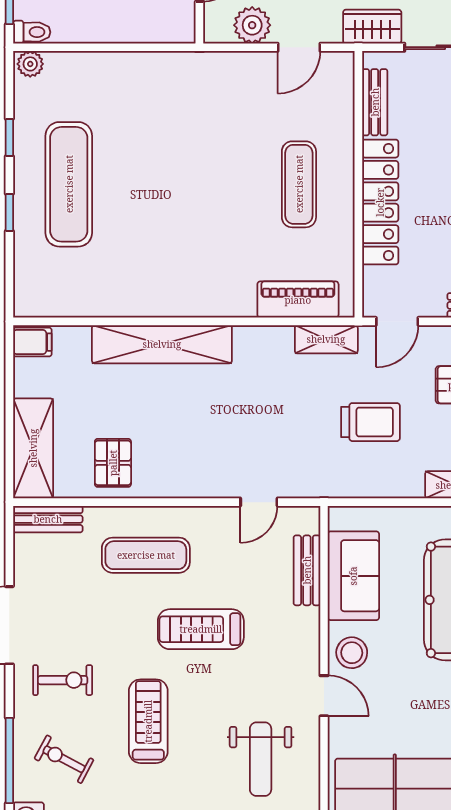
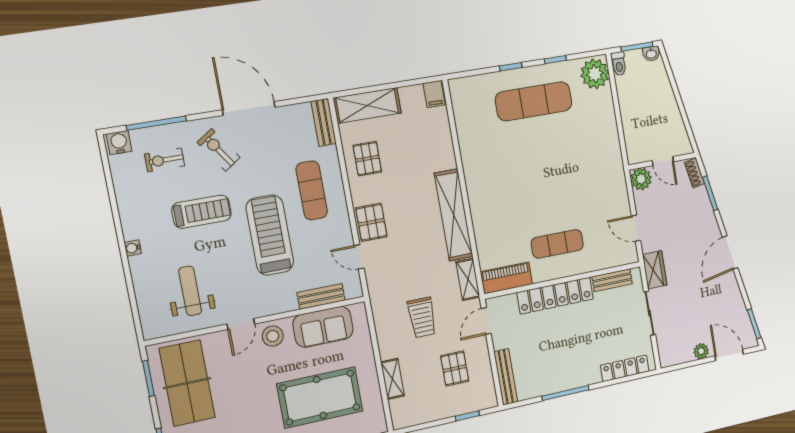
plant: (252, 25) -> (641, 179), moved
plant: (30, 64) -> (595, 74), width x1.88, depth x1.88
piano: (298, 300) -> (506, 278), moved, turned -90
door: (397, 321) -> (486, 321), hinge flipped
shelving: (162, 344) -> (454, 215), moved
pallet: (113, 463) -> (367, 159), turned 90
pallet: (210, 474) -> (371, 222), added
treadmill: (201, 629) -> (270, 235), width x1.37, depth x1.38
exercise bike: (63, 680) -> (219, 150), turned 146
exercise bike: (64, 759) -> (165, 160), turned -118
weight bench: (261, 759) -> (190, 291), turned 90

